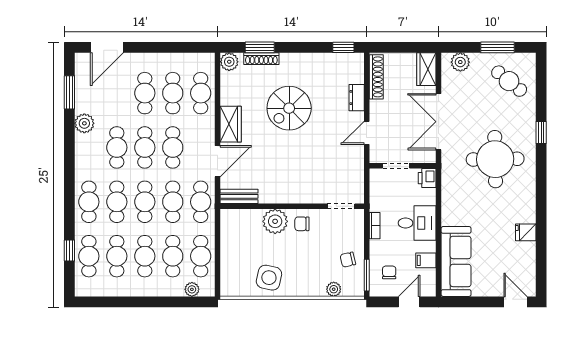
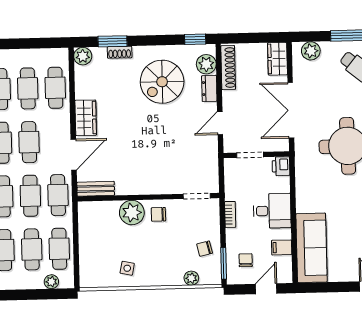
shoe rack: (261, 59) -> (120, 52), width x0.70
plant: (354, 73) -> (206, 64), added
spiral stairs: (289, 108) -> (162, 82), moved
side table: (269, 278) -> (127, 268), width x0.54, depth x0.54

